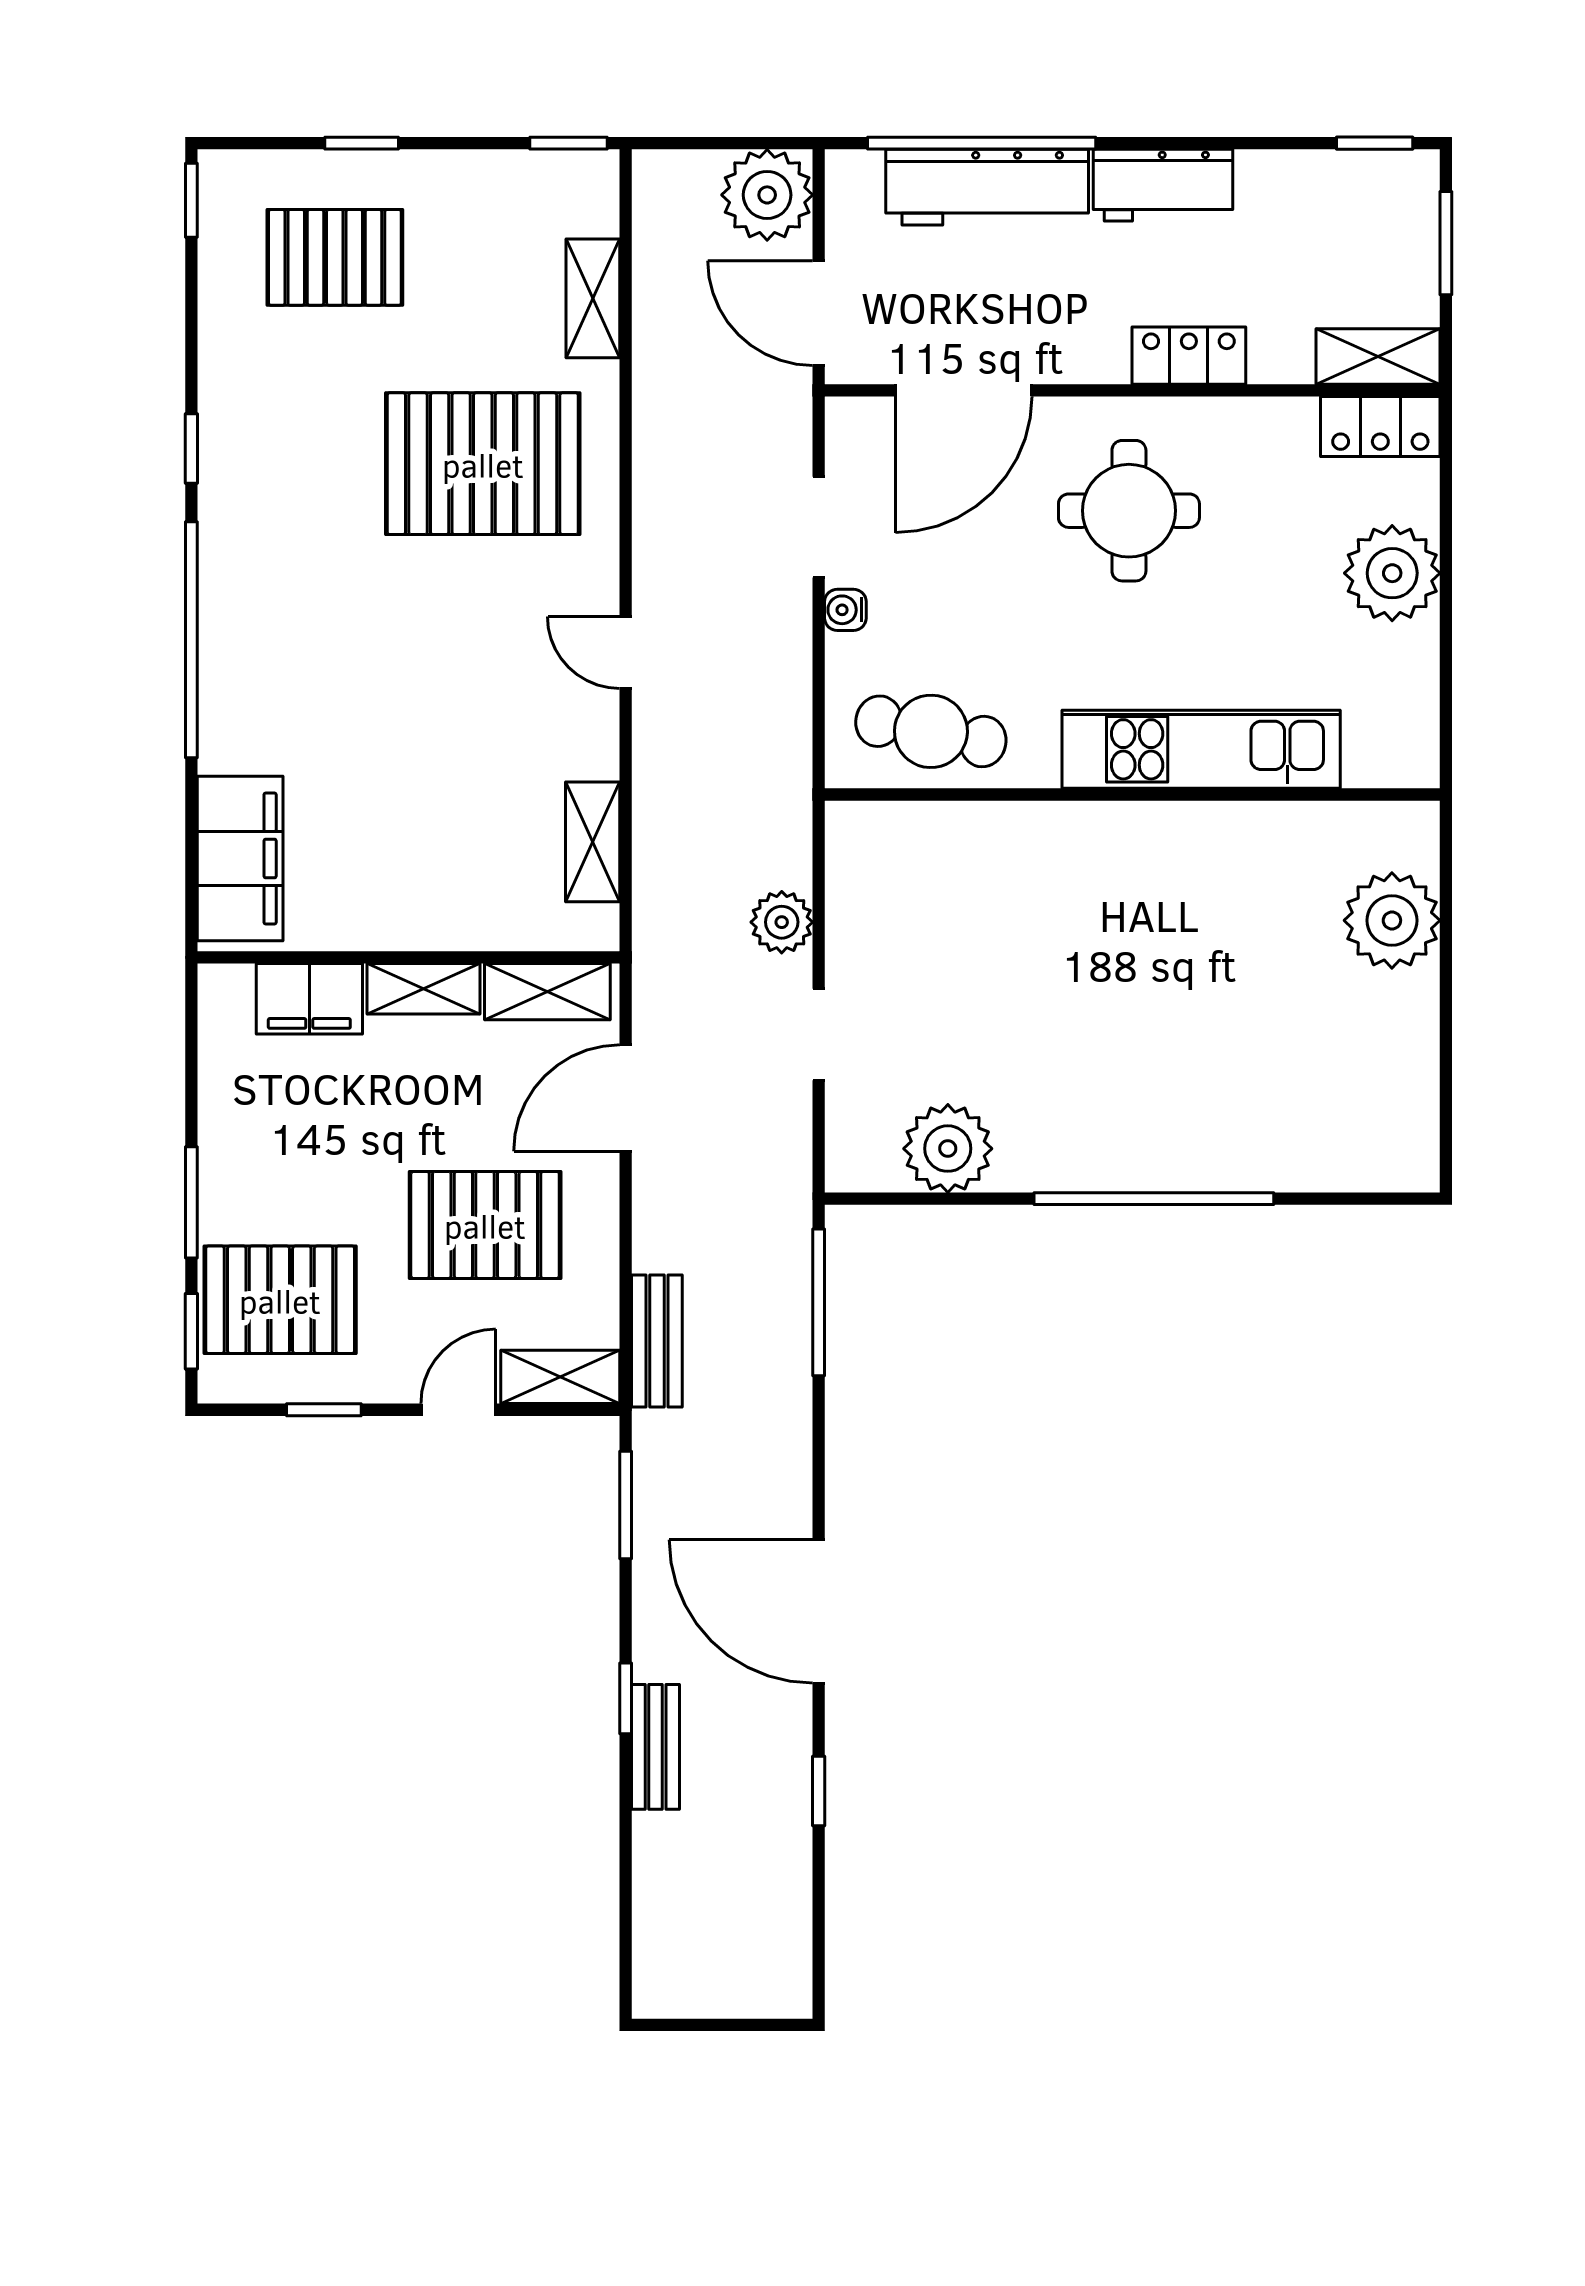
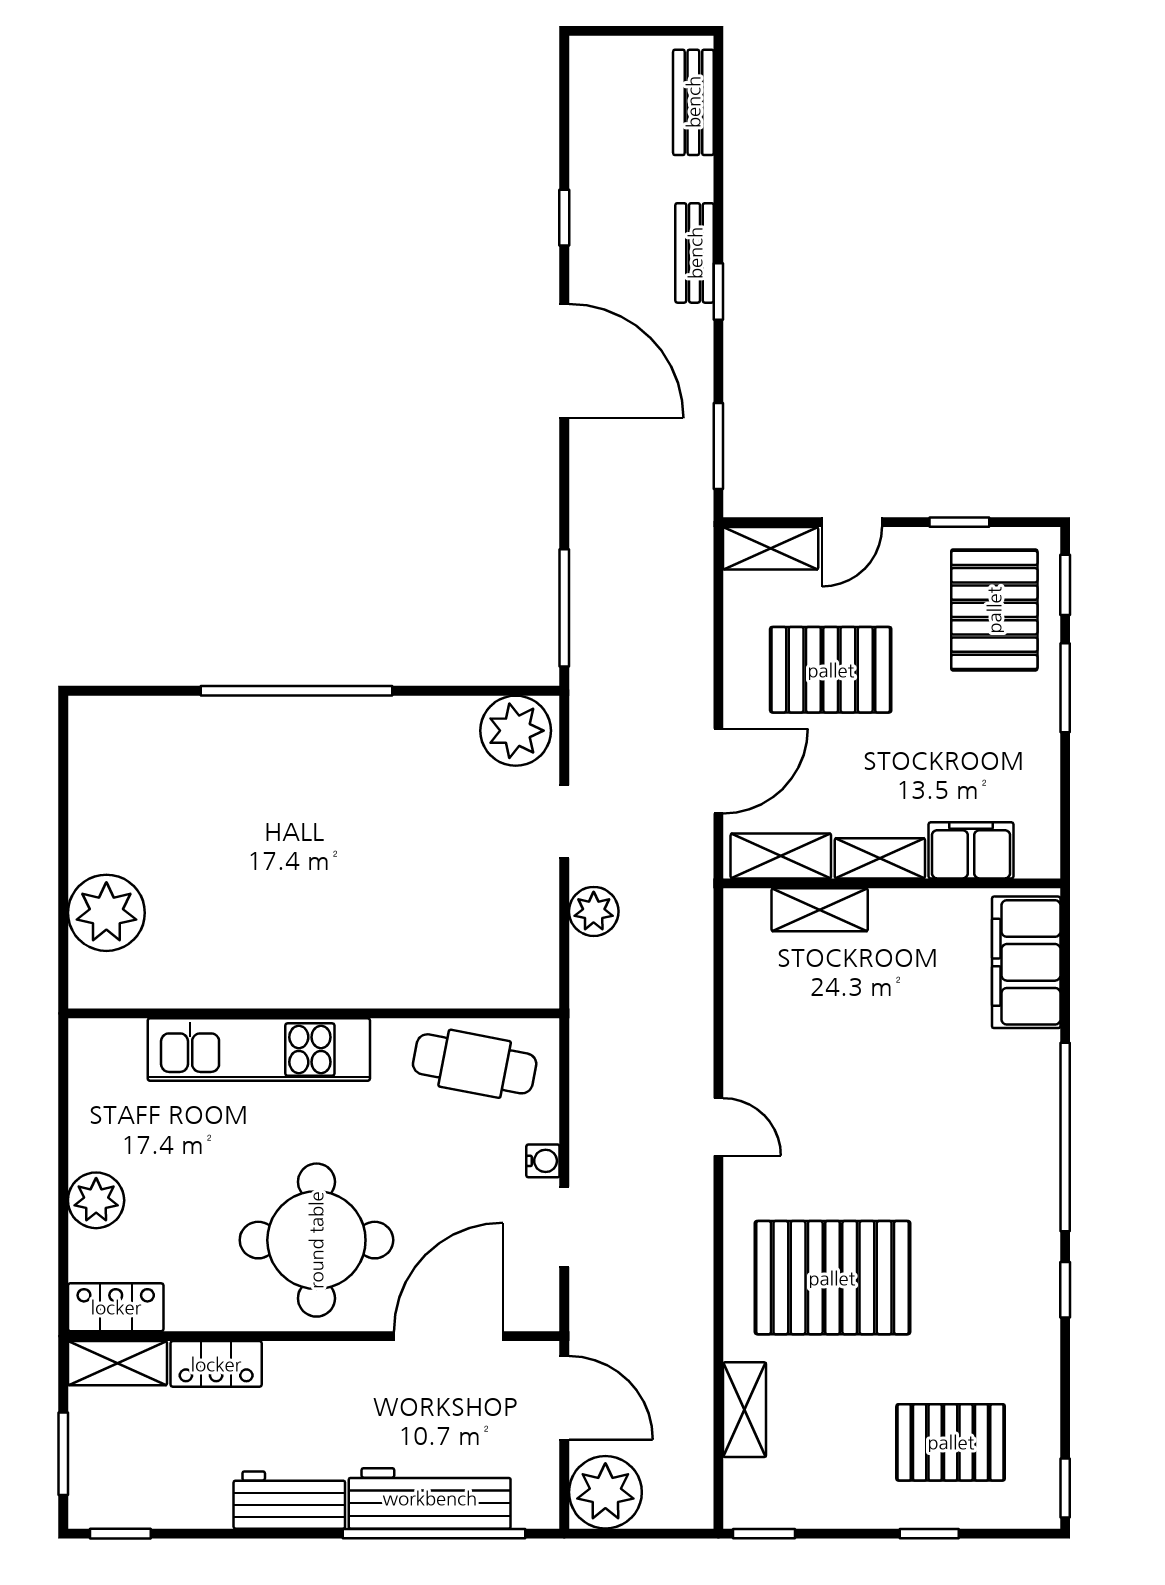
locker: (1189, 356) -> (216, 1364), moved
round table: (1129, 511) -> (316, 1240), width x1.36, depth x1.36
plant: (1392, 573) -> (96, 1200), width x0.73, depth x0.73
shelving: (593, 842) -> (820, 910), moved, turned 90
plant: (948, 1149) -> (516, 731), moved
pallet: (280, 1300) -> (994, 610), turned 90
bench: (657, 1341) -> (693, 102), moved

